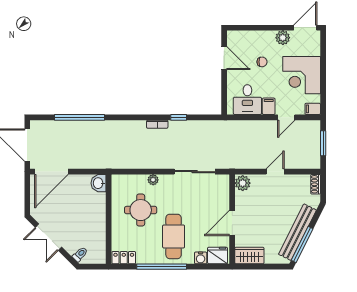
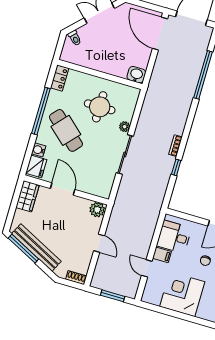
filing cabinet: (313, 109) -> (148, 295), removed
sliding door: (195, 172) -> (125, 154), moved
cafe table: (174, 236) -> (66, 130), turned 42

